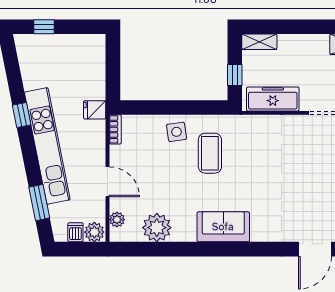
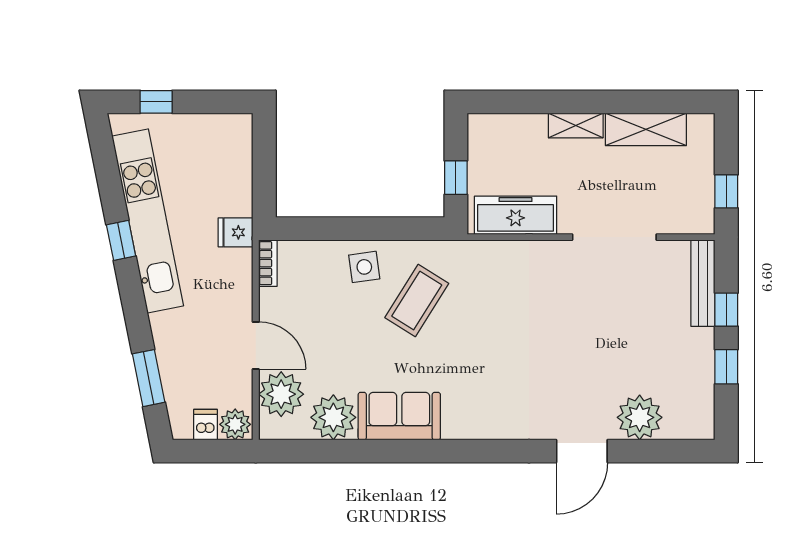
shelving: (259, 42) -> (576, 125), moved
kitchen unit: (47, 146) -> (148, 221), moved
coffee table: (210, 153) -> (417, 301), turned 32
plant: (117, 220) -> (281, 394), width x1.88, depth x1.88
sofa: (223, 227) -> (399, 416), moved

